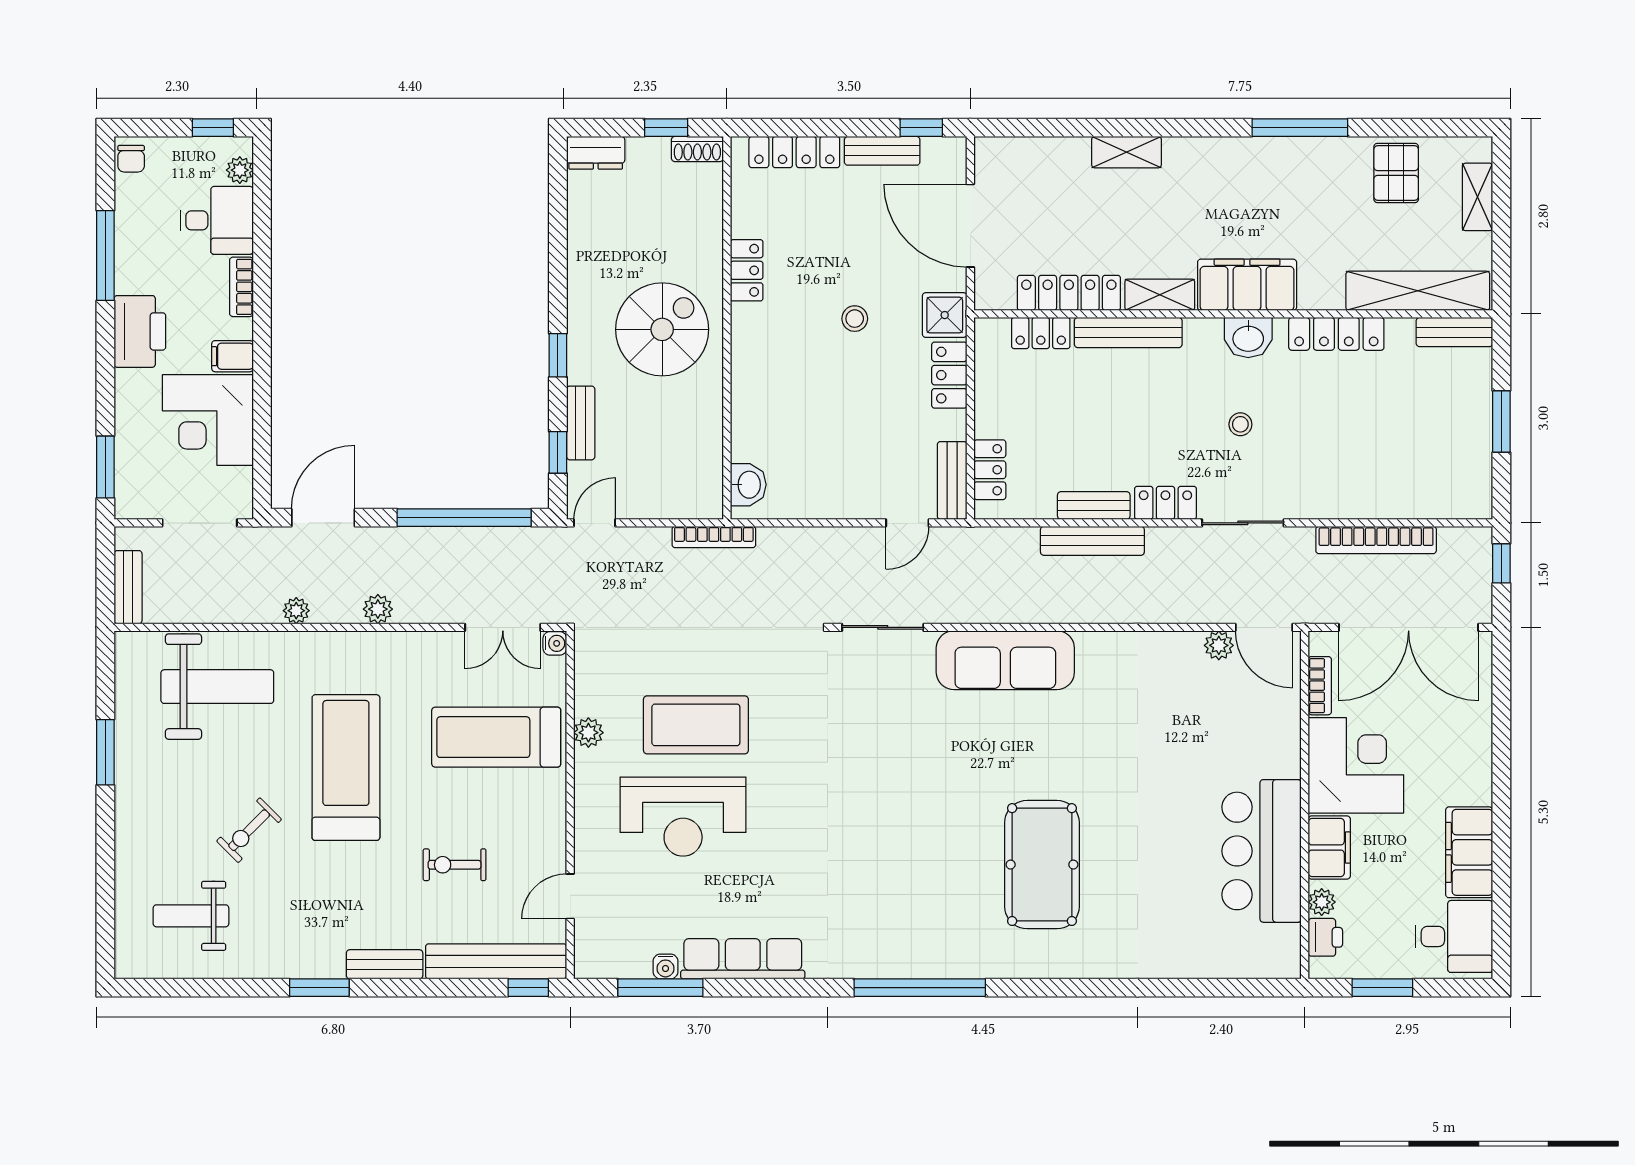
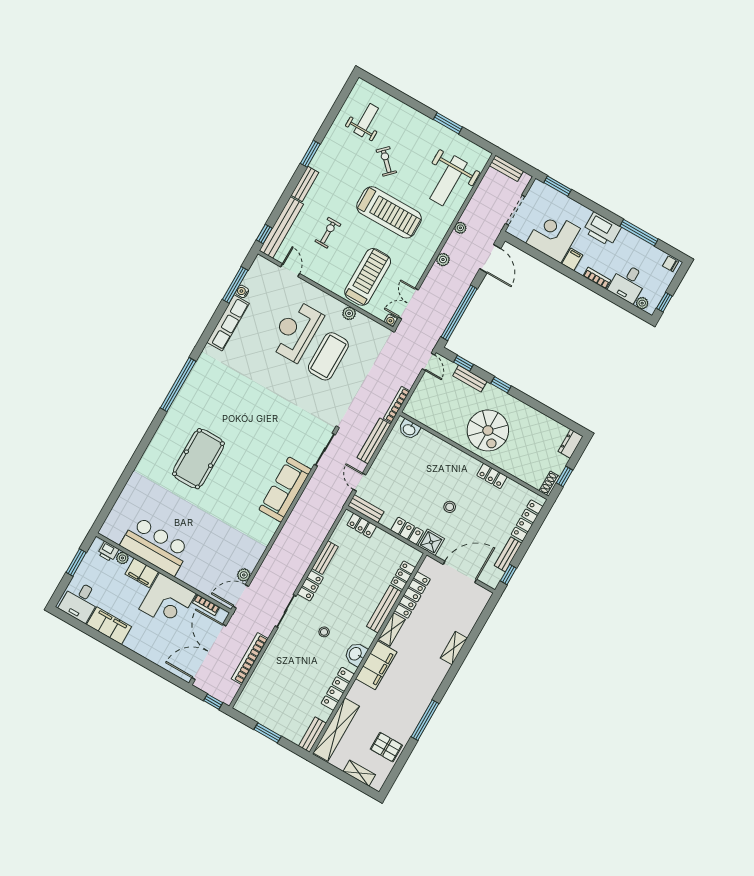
bench: (1092, 541) -> (374, 441), moved
pool table: (1042, 865) -> (198, 459), turned 90

